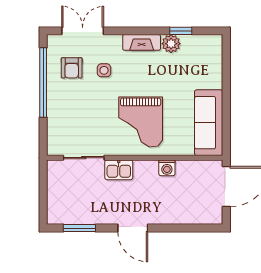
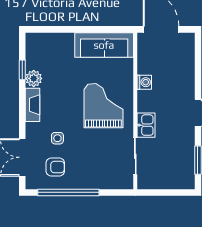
grand piano: (141, 122) -> (103, 106), turned -90

